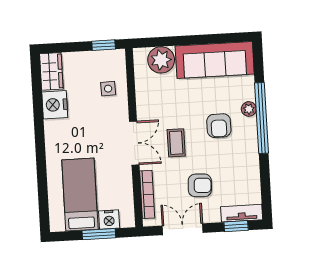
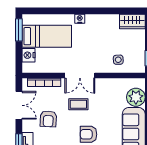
nightstand: (55, 105) -> (80, 19), moved, width x0.53, depth x0.56
window: (99, 234) -> (19, 30), moved

